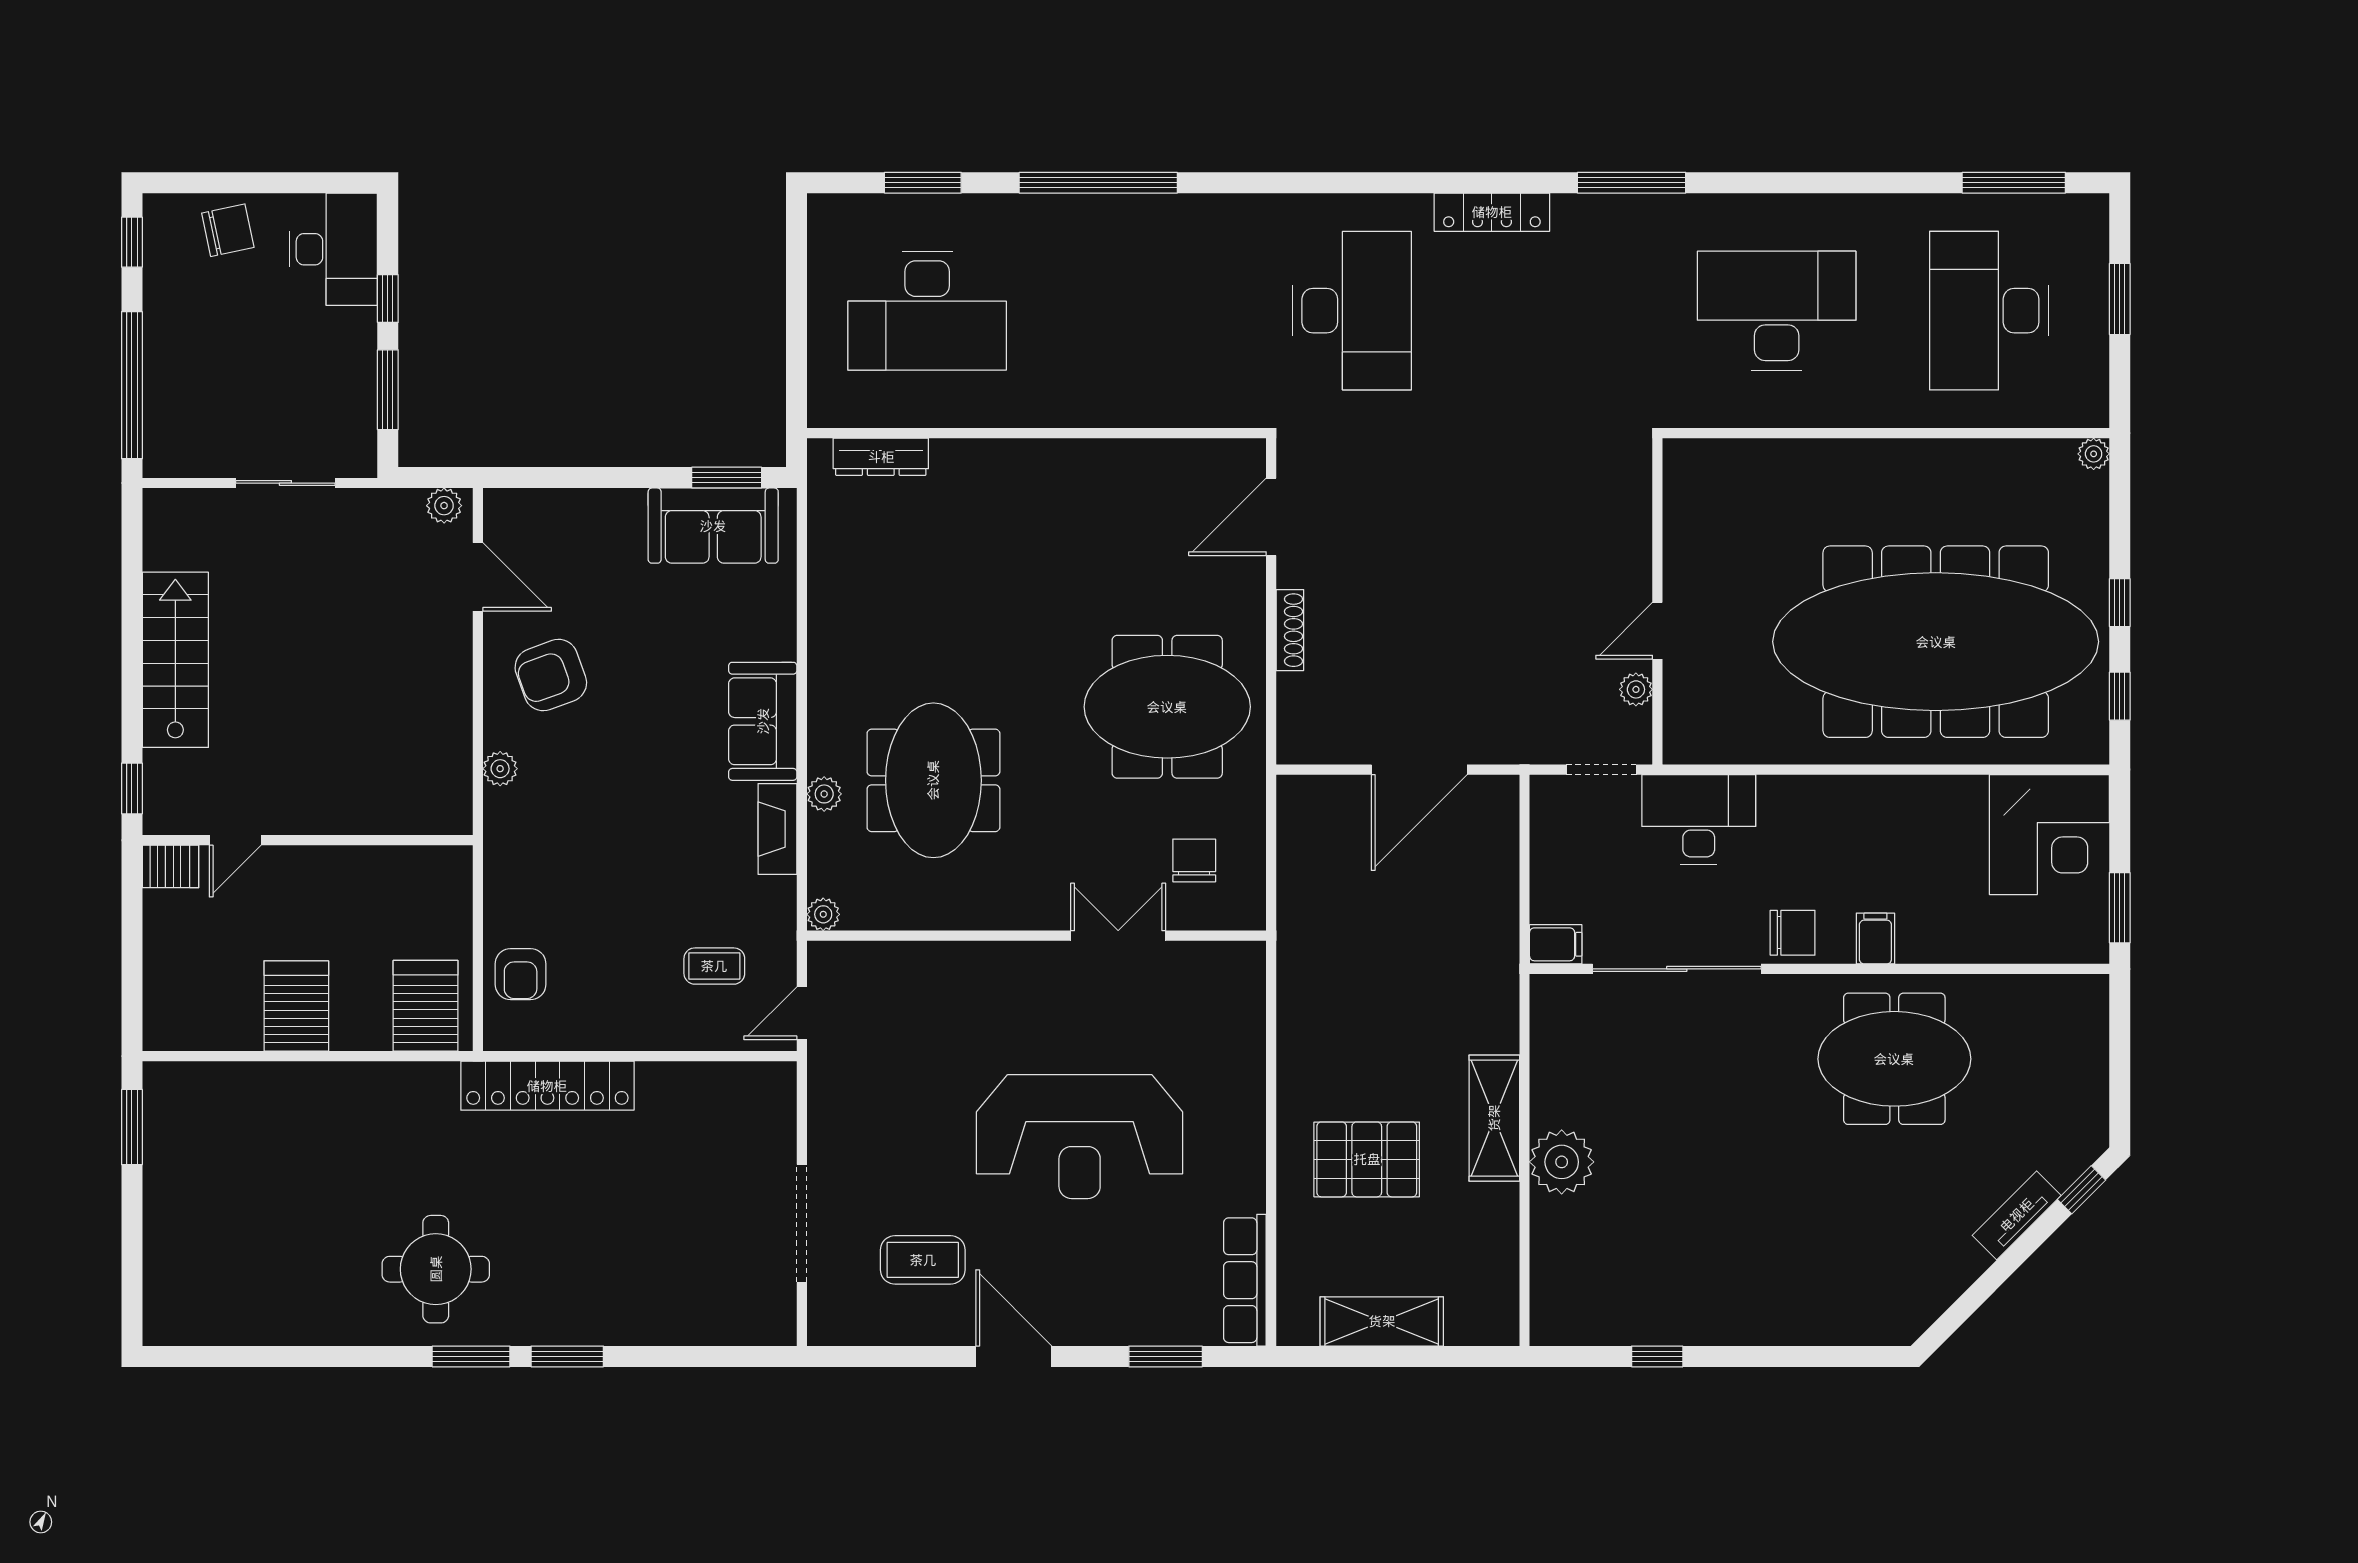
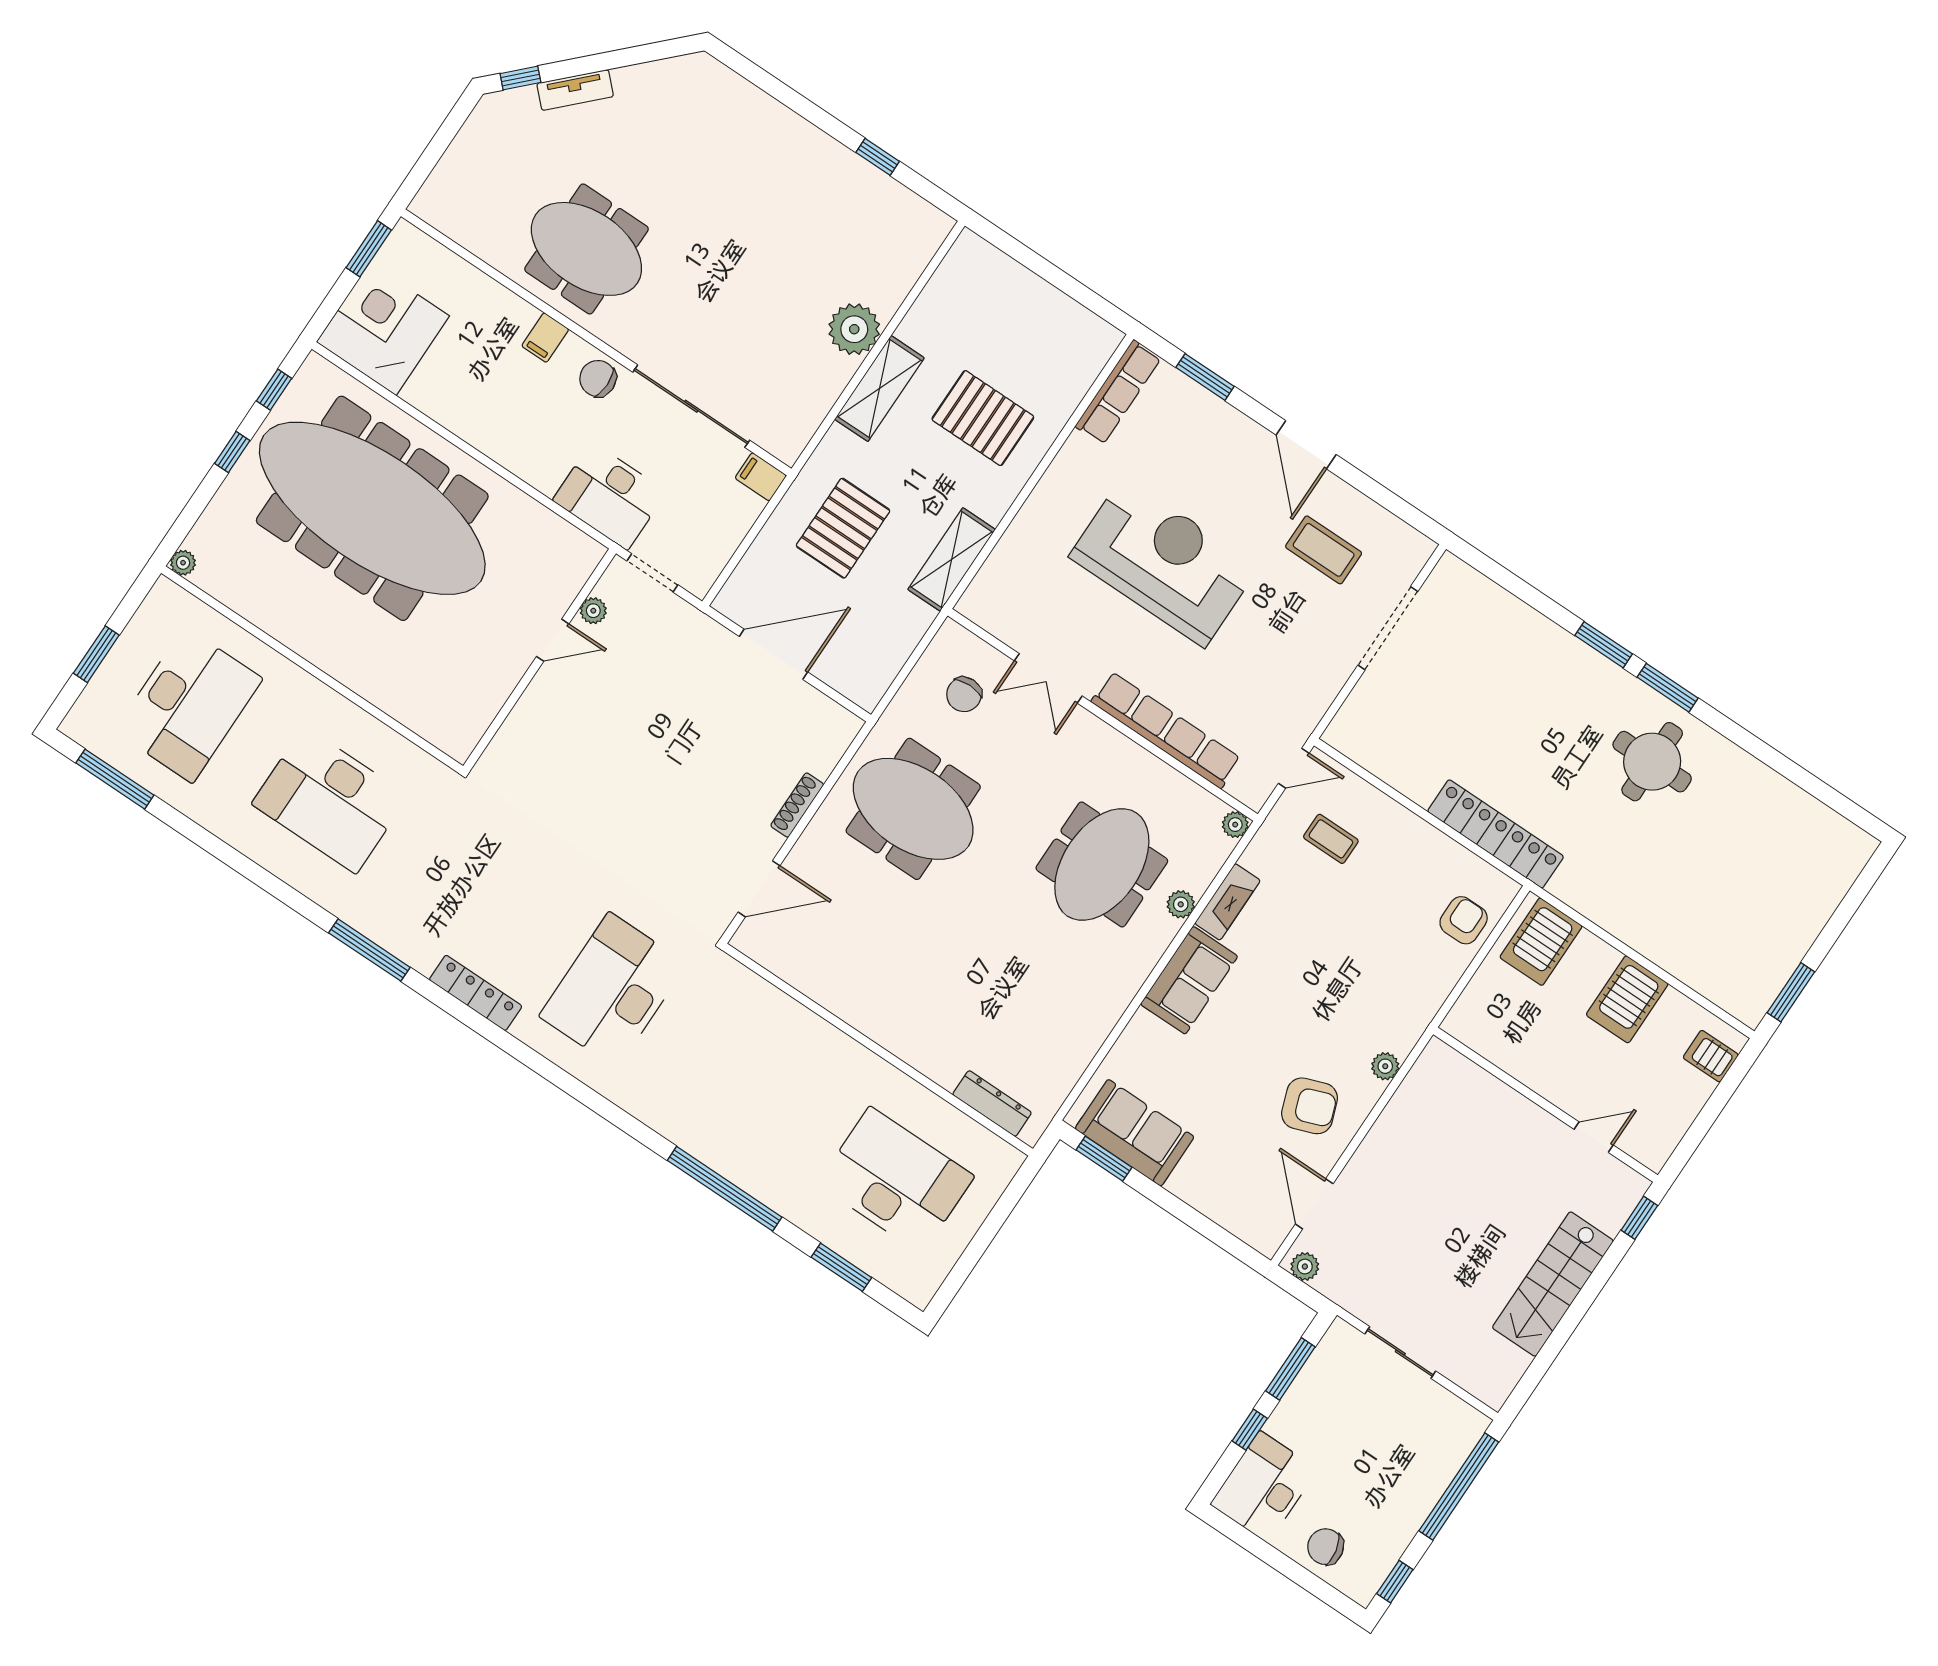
server rack: (171, 866) -> (1711, 1056), moved
pallet: (1435, 948) -> (843, 528), added
row of seats: (960, 964) -> (1166, 730), added
shelving: (1382, 1321) -> (952, 559), moved, turned 90

